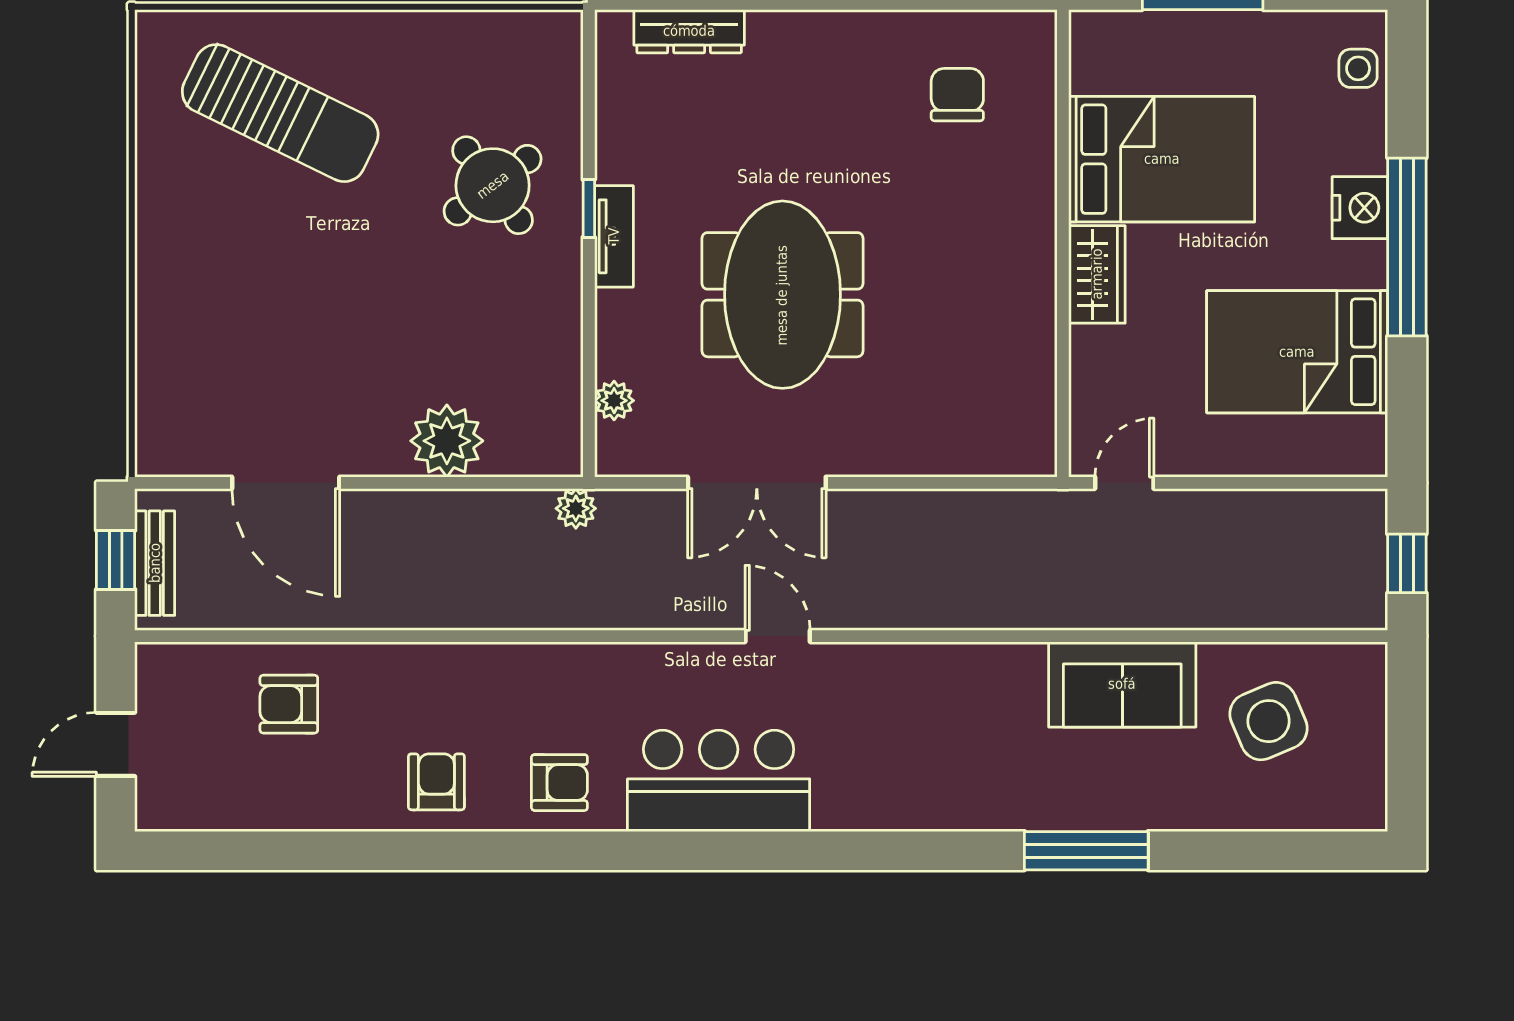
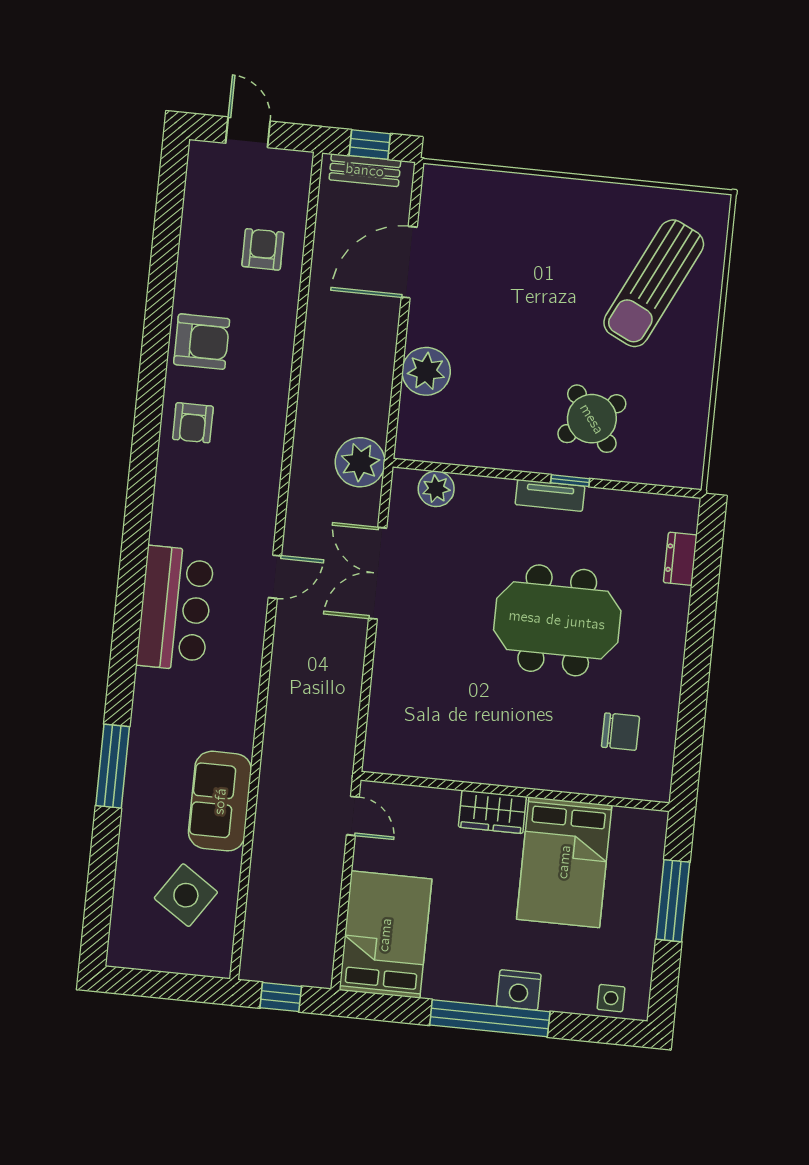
dresser: (689, 31) -> (680, 559), width x0.70
meeting table: (782, 295) -> (557, 620), moved
bed: (1297, 352) -> (385, 935), moved
plant: (614, 401) -> (436, 489), width x1.38, depth x1.38
plant: (576, 508) -> (360, 462), width x1.87, depth x1.87
side table: (1269, 721) -> (186, 895), turned -33
bar counter: (719, 781) -> (175, 608), moved
armchair: (436, 782) -> (202, 342), width x1.38, depth x1.38

